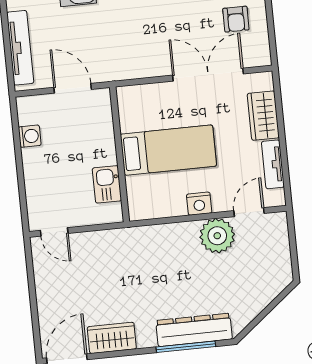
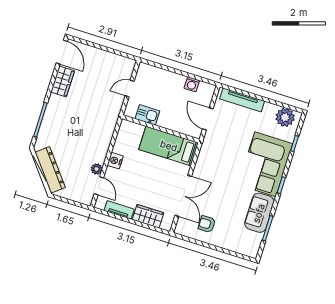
door: (73, 88) -> (208, 119), swing flipped
bed: (168, 150) -> (169, 146), moved, turned 90
door: (54, 232) -> (130, 89), moved
plant: (217, 236) -> (97, 169), width x0.53, depth x0.53
dresser: (194, 330) -> (50, 170), moved, turned -39

